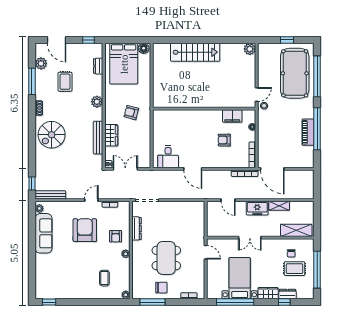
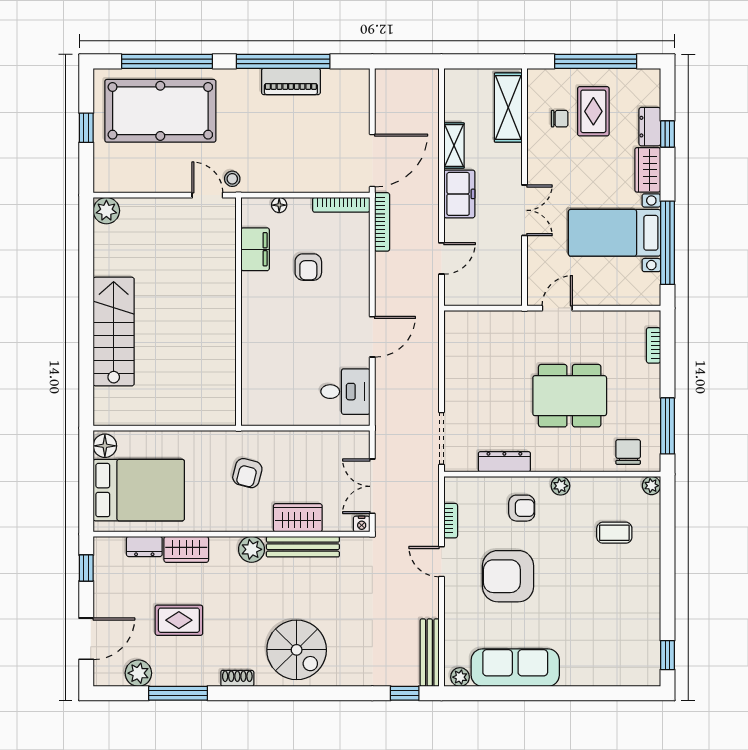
wardrobe: (97, 85) -> (186, 549), added
plant: (97, 102) -> (252, 549), moved
chair: (161, 288) -> (628, 452), moved

